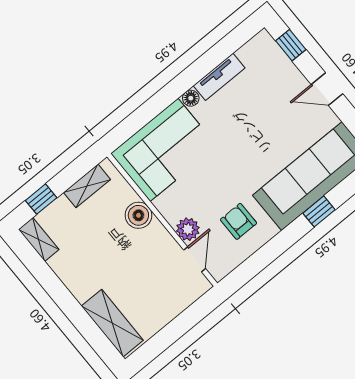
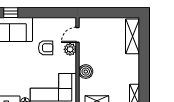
armchair: (239, 221) -> (46, 48), moved, turned -90

